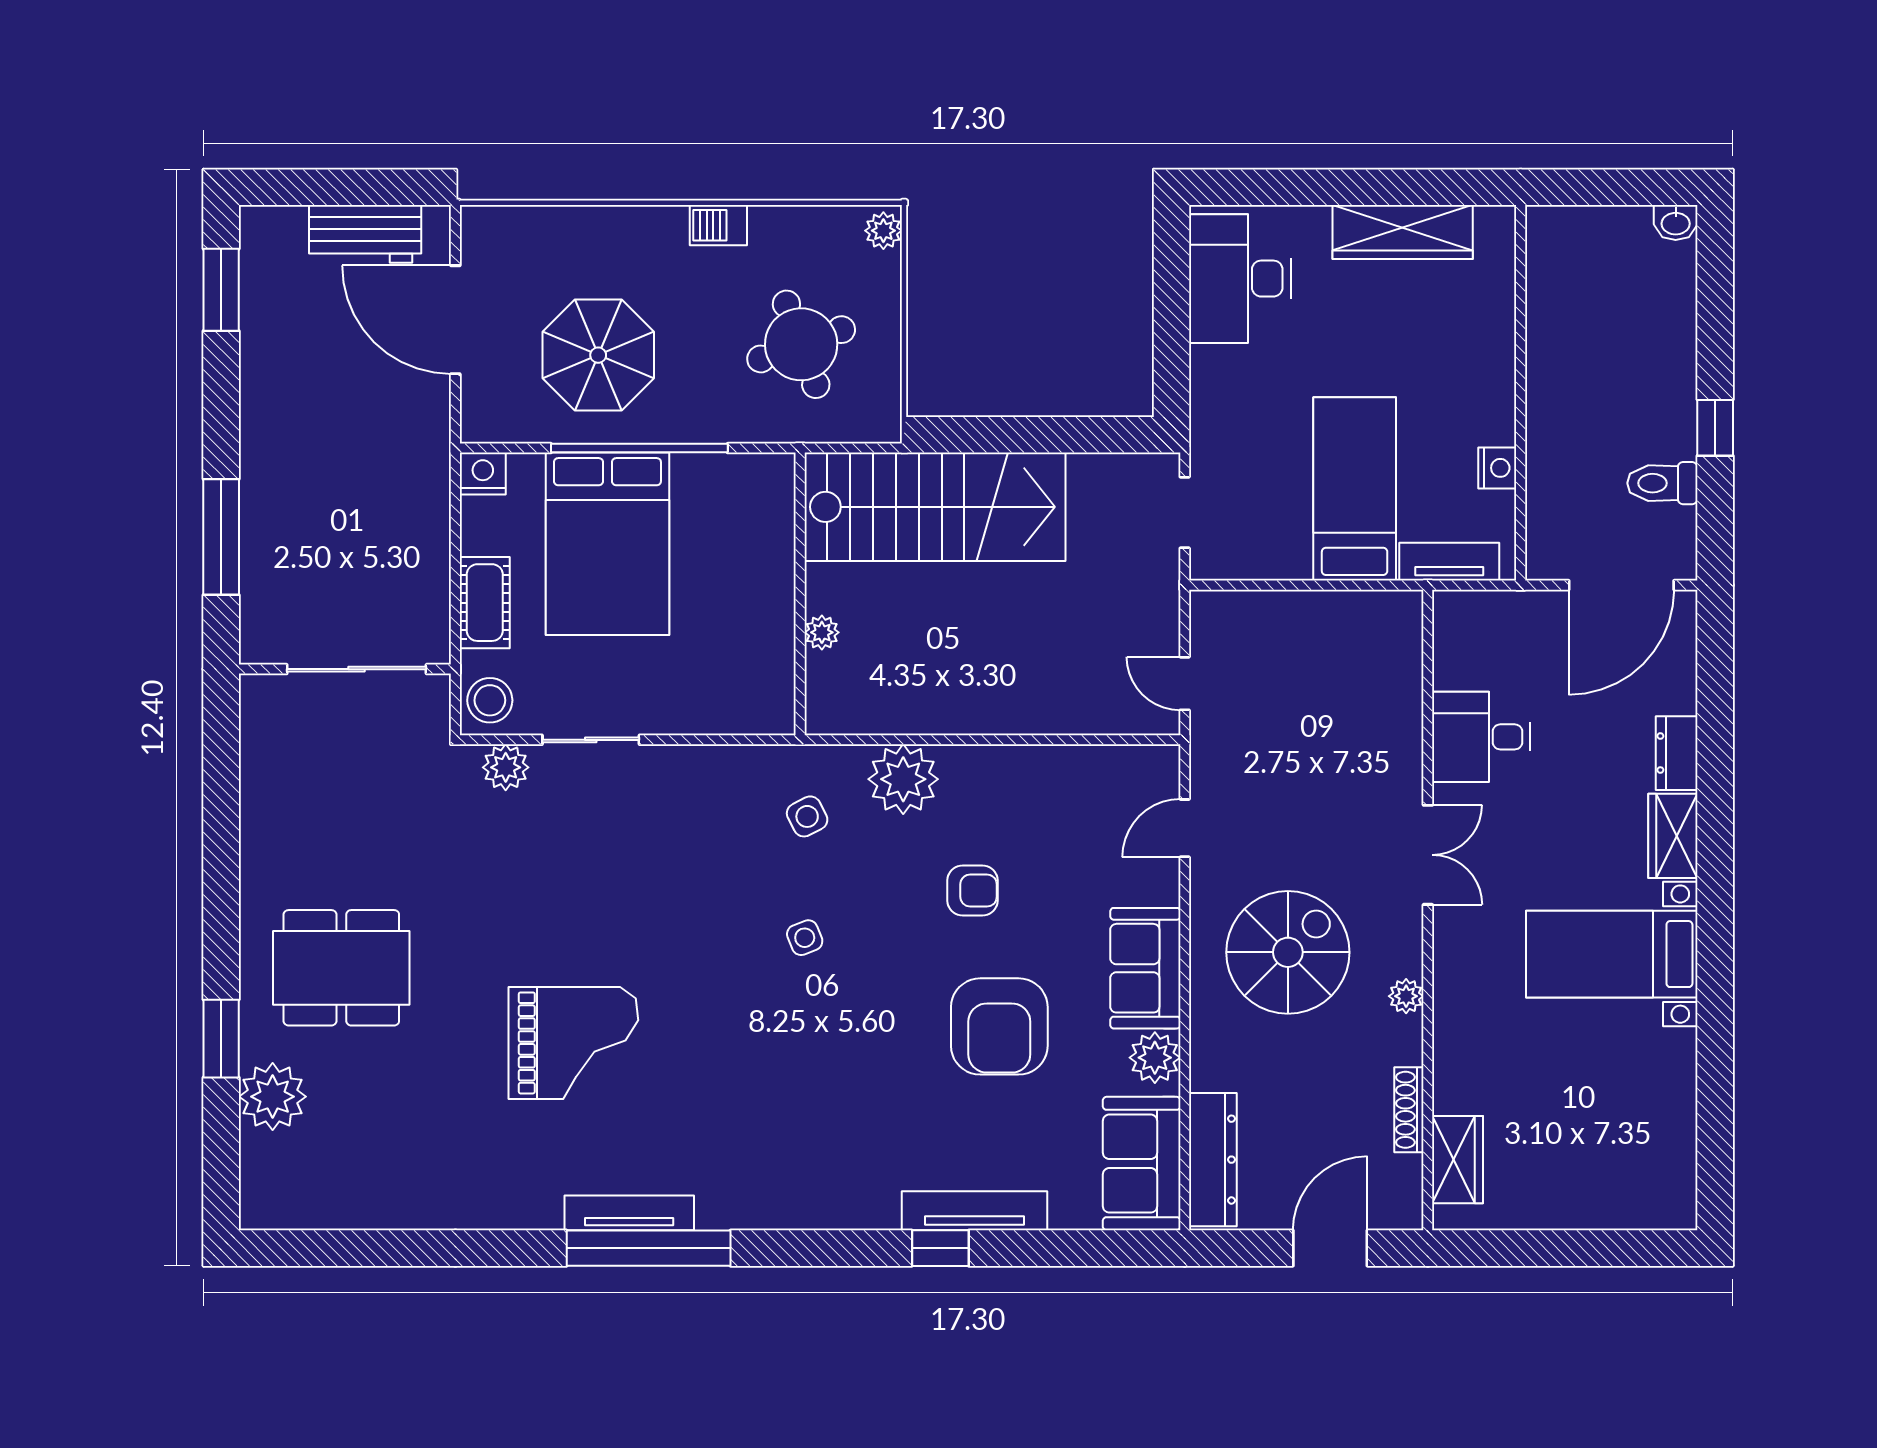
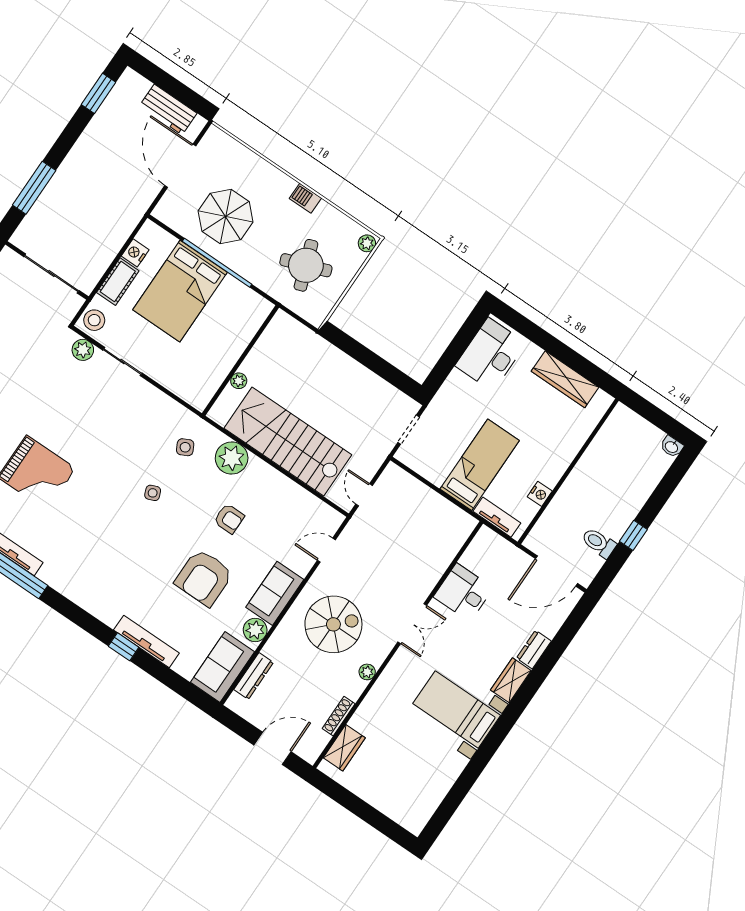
nightstand: (483, 474) -> (135, 253), moved, turned -90
stairs: (935, 507) -> (288, 441), moved, turned 180
dresser: (1213, 1160) -> (254, 676), width x0.73, depth x0.80

